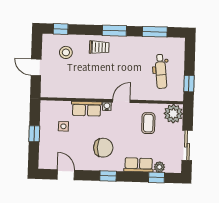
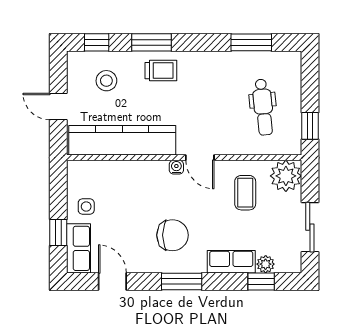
window: (114, 31) -> (151, 42), moved
kitchen counter: (74, 89) -> (122, 140), added
door: (121, 101) -> (200, 158), swing flipped
row of seats: (87, 109) -> (79, 248), moved, turned -90
side table: (63, 126) -> (86, 207), moved
window: (34, 134) -> (58, 232), moved
window: (108, 176) -> (182, 281), width x1.50

